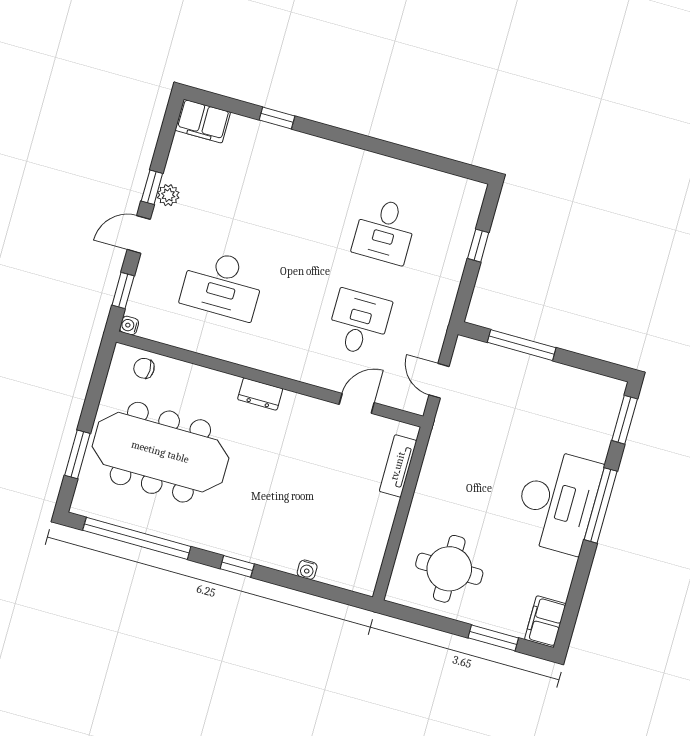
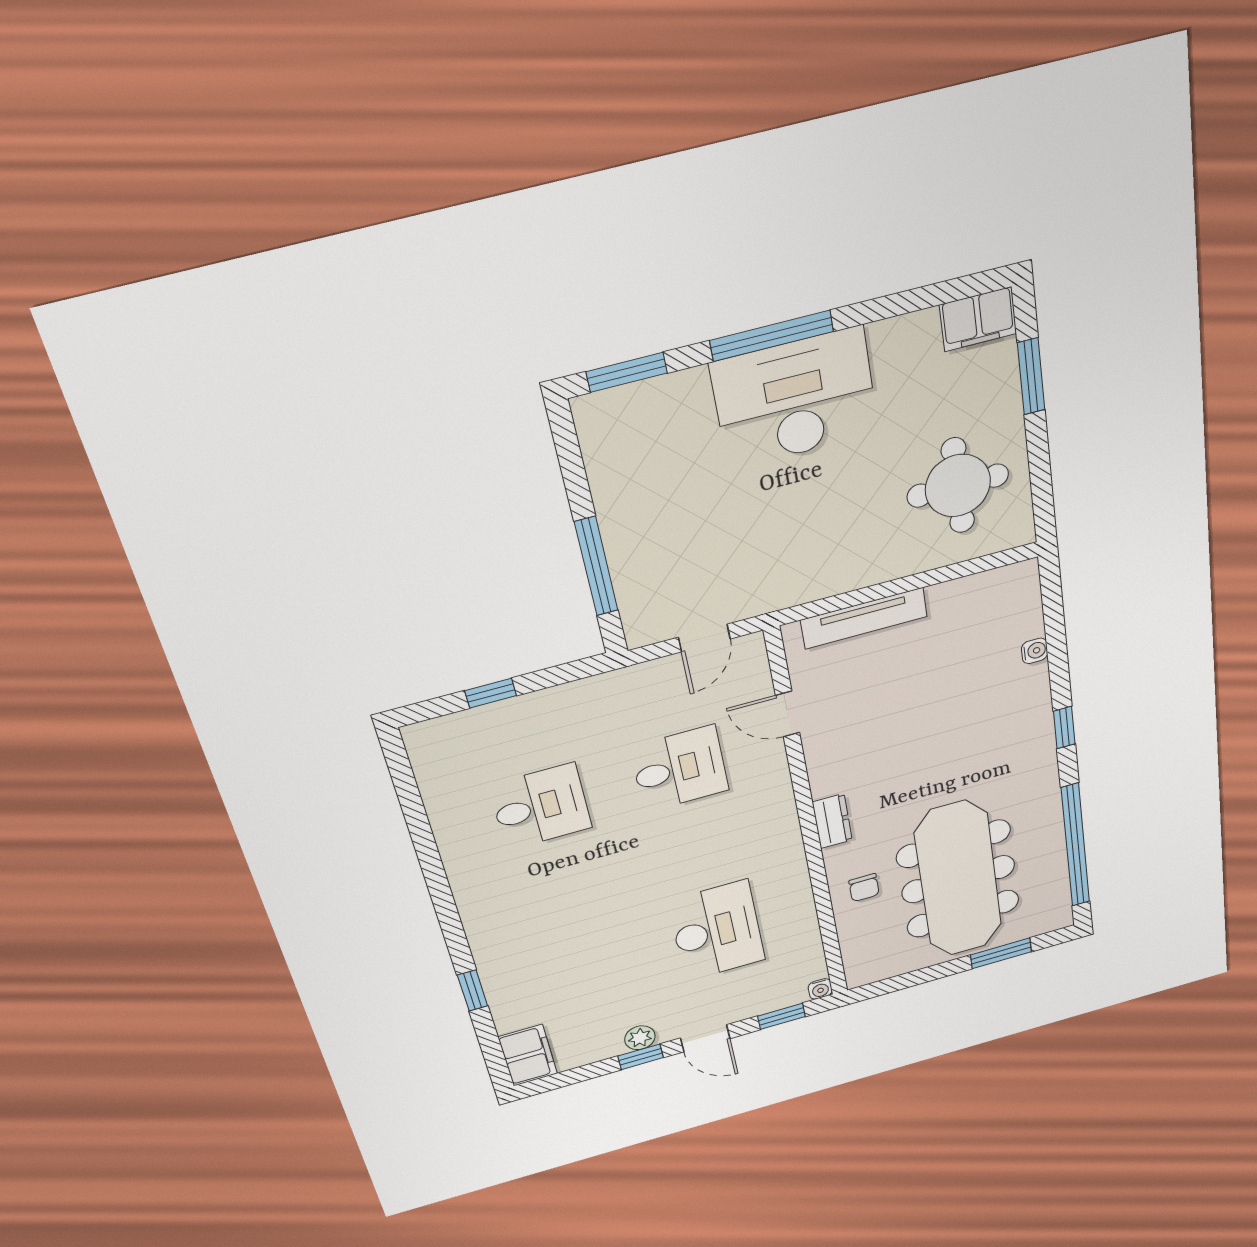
desk: (359, 323) -> (679, 769), turned 180
chair: (144, 368) -> (864, 888), moved
tv unit: (398, 466) -> (864, 618), width x1.41

